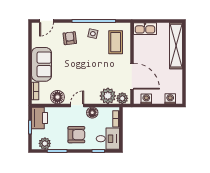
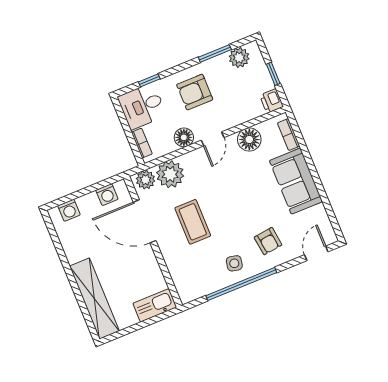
coffee table: (116, 42) -> (193, 222), moved
printer: (40, 118) -> (272, 101), width x0.53, depth x0.68

